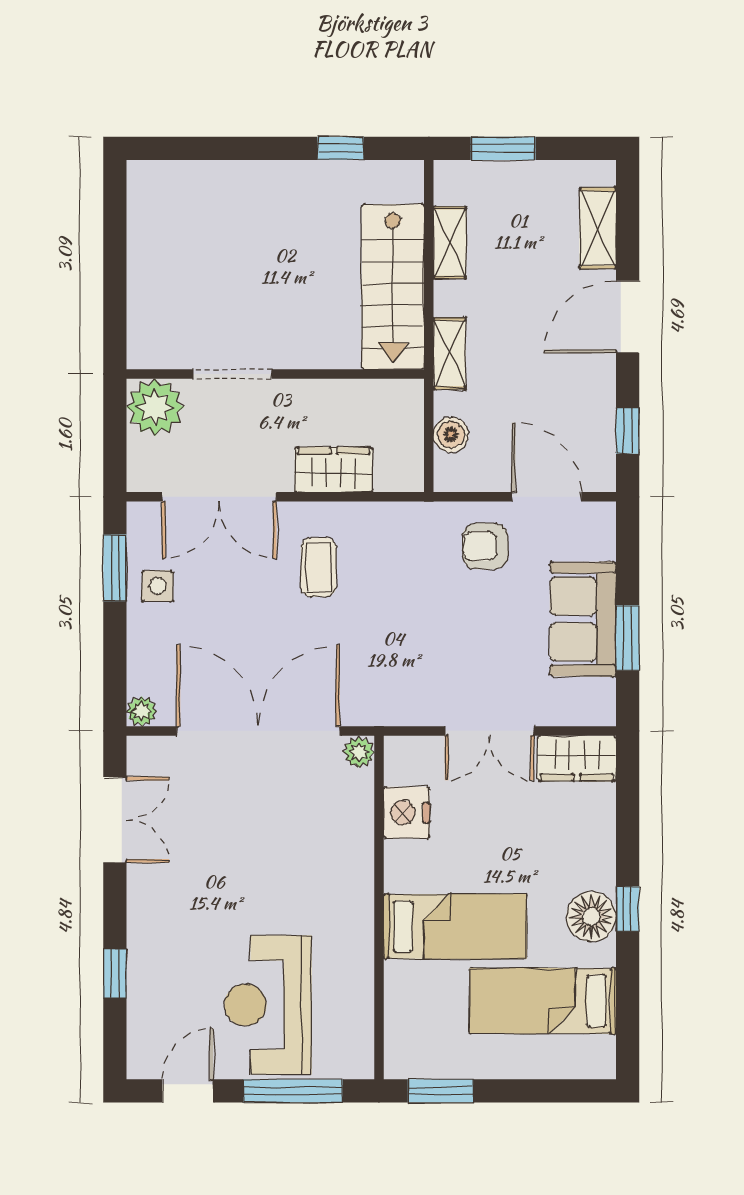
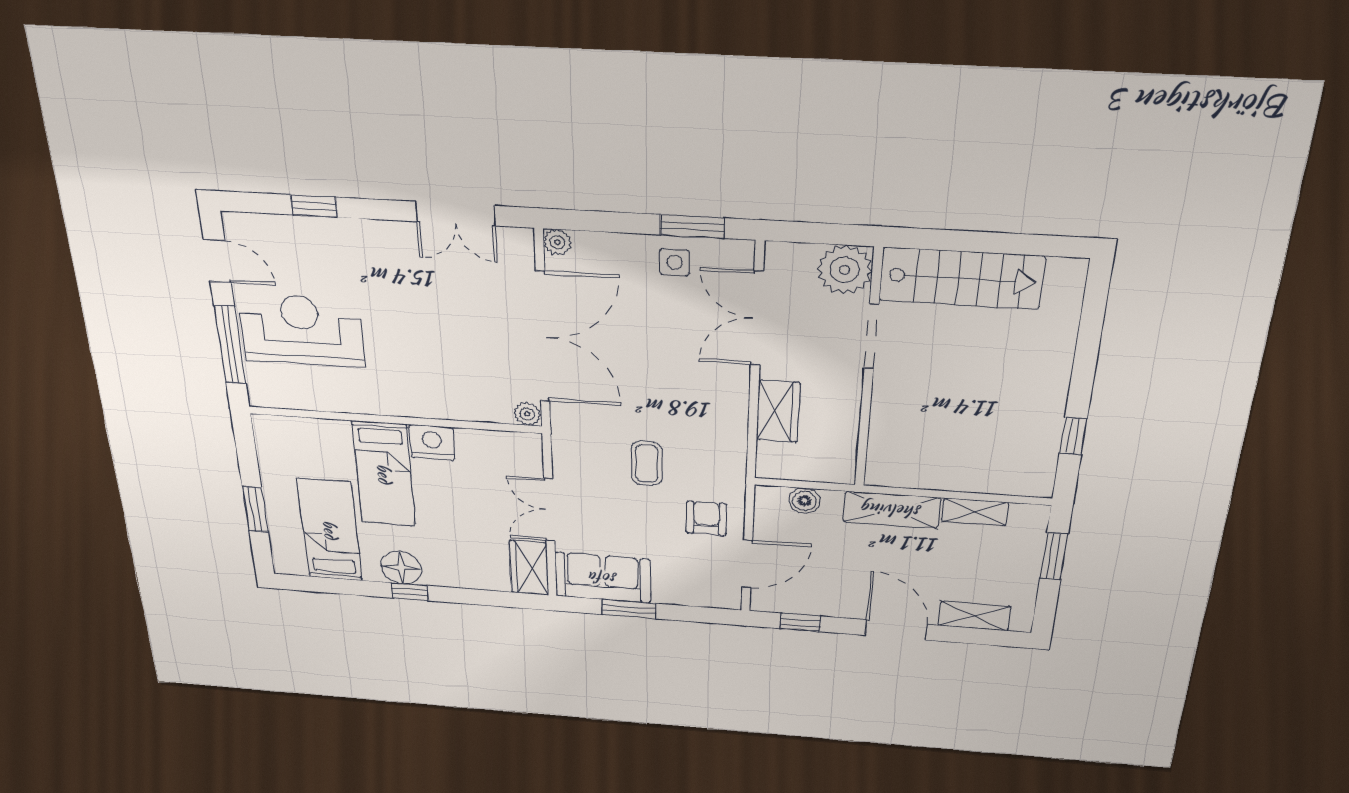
stairs: (393, 287) -> (961, 278), moved, turned 180
shelving: (450, 354) -> (892, 510), width x1.50, depth x1.33
coffee table: (319, 567) -> (647, 463), moved, turned 90
sofa: (583, 619) -> (603, 578), moved
nightstand: (406, 813) -> (432, 443), moved
window: (441, 1091) -> (255, 509), moved

